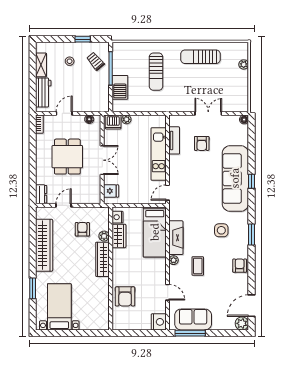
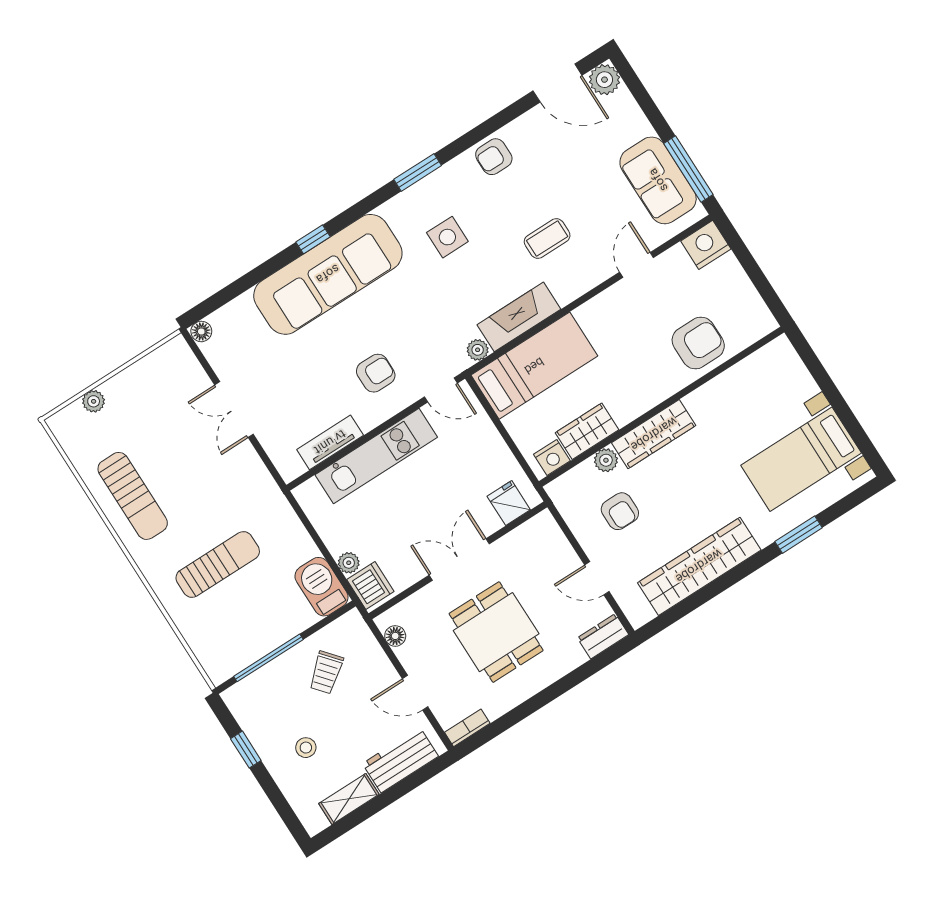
trolley: (96, 61) -> (326, 672), moved
barbecue: (120, 87) -> (322, 587), moved, turned -90
armchair: (202, 143) -> (376, 373), moved
dining table: (67, 157) -> (496, 632), turned 90
armchair: (82, 229) -> (620, 511), turned -90
plant: (174, 260) -> (478, 350), moved

